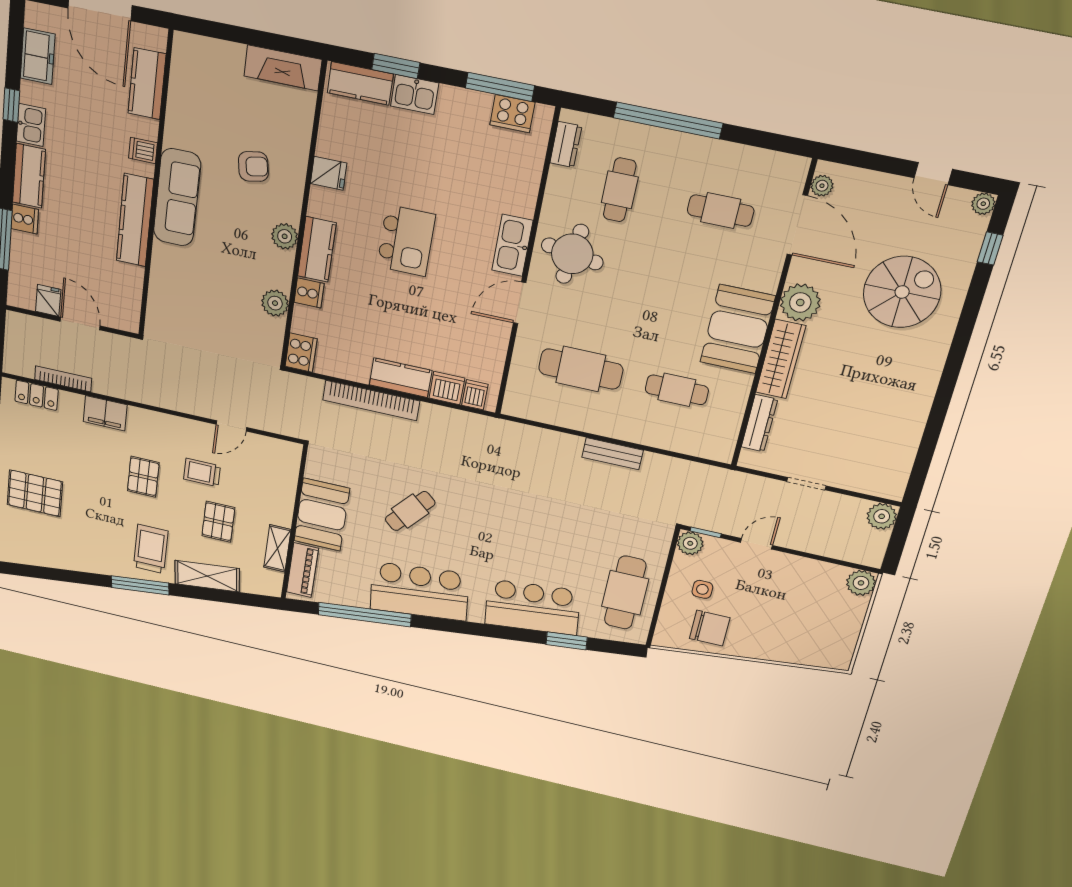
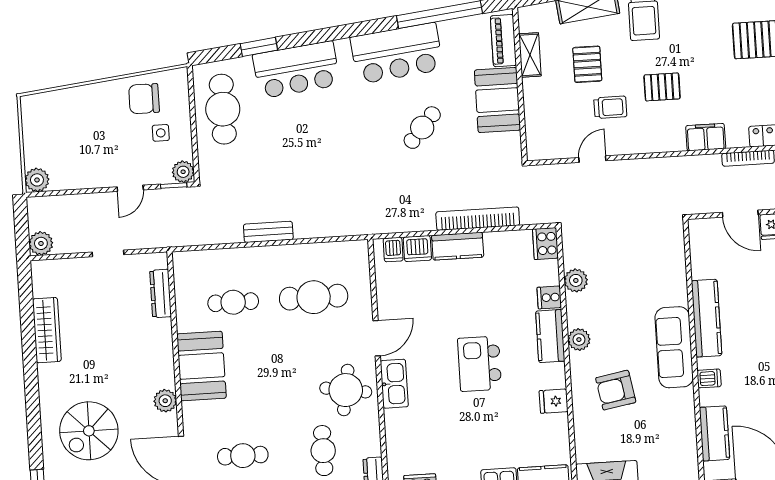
armchair: (253, 166) -> (616, 390), width x1.38, depth x1.38
plant: (800, 302) -> (165, 401), width x0.73, depth x0.73
wardrobe: (781, 359) -> (47, 330), moved, turned 180
pallet: (143, 477) -> (662, 87), turned 90

